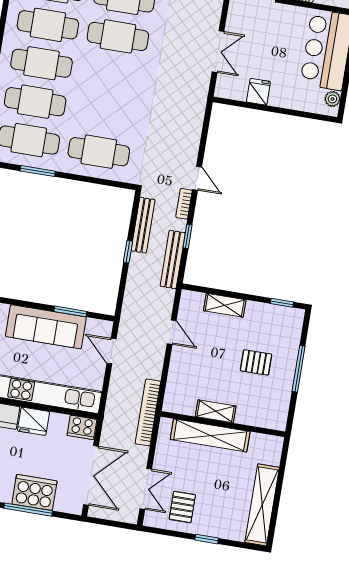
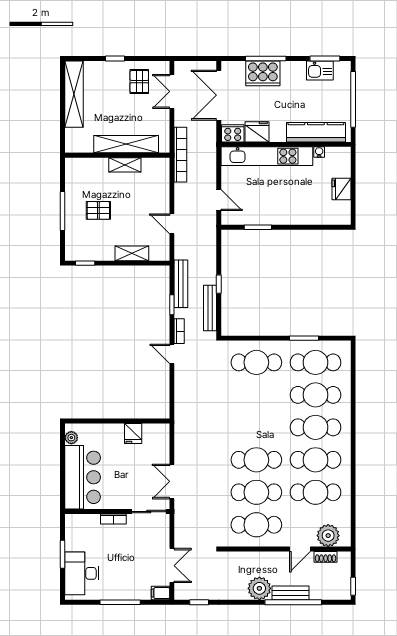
double door: (218, 52) -> (172, 481), moved
sofa: (46, 327) -> (276, 211), removed
fridge: (33, 421) -> (257, 132), moved

